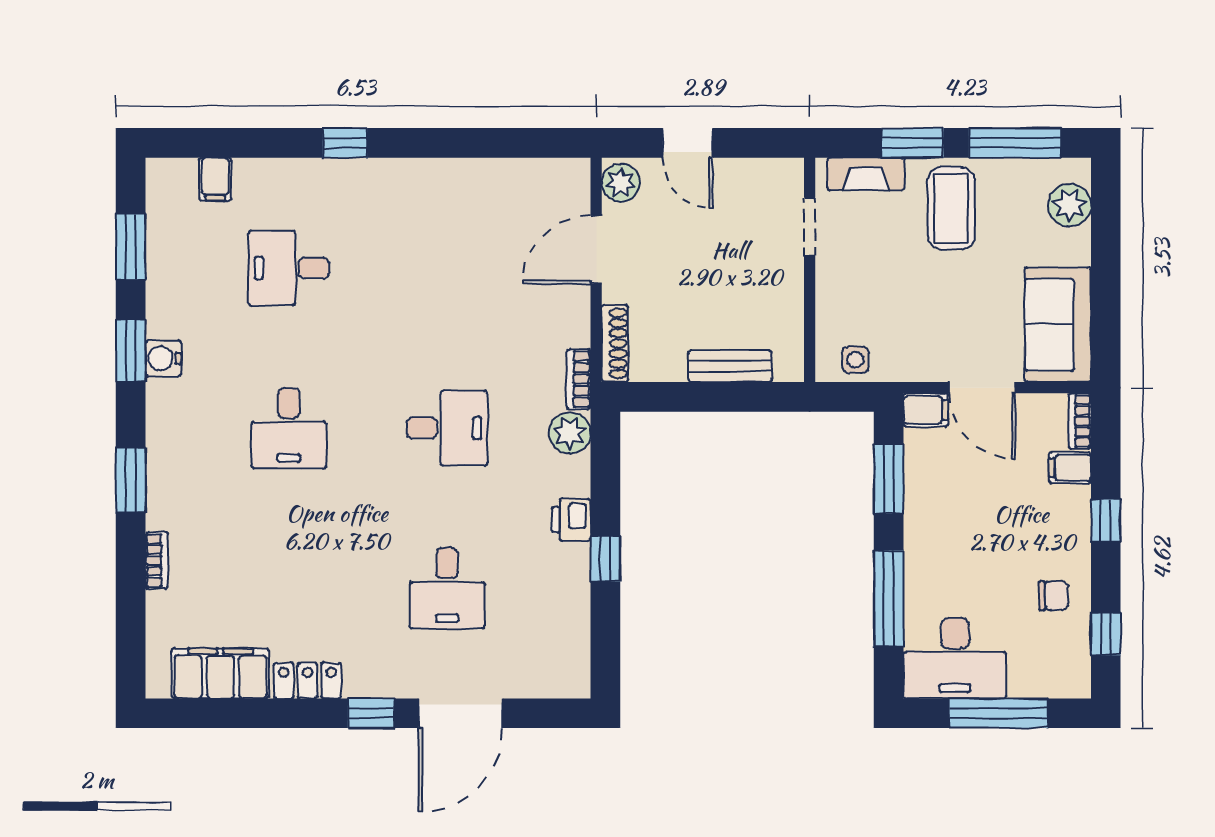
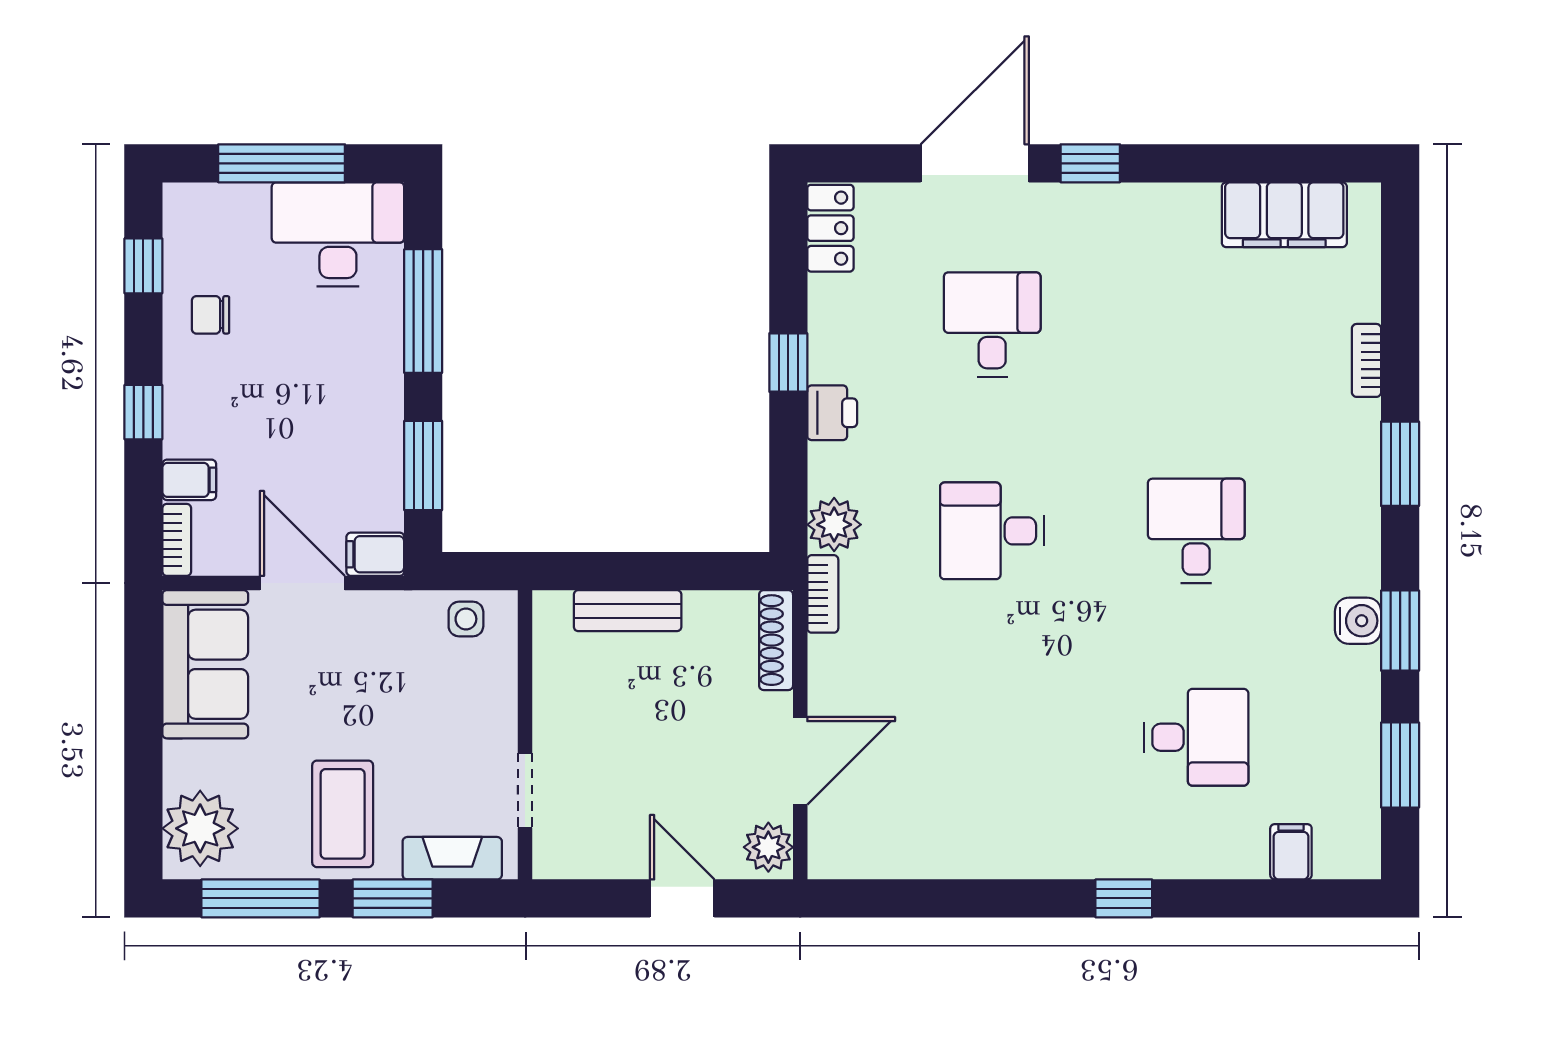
plant: (1070, 205) -> (200, 828), width x1.36, depth x1.36
locker: (307, 681) -> (830, 228), moved, turned -90

